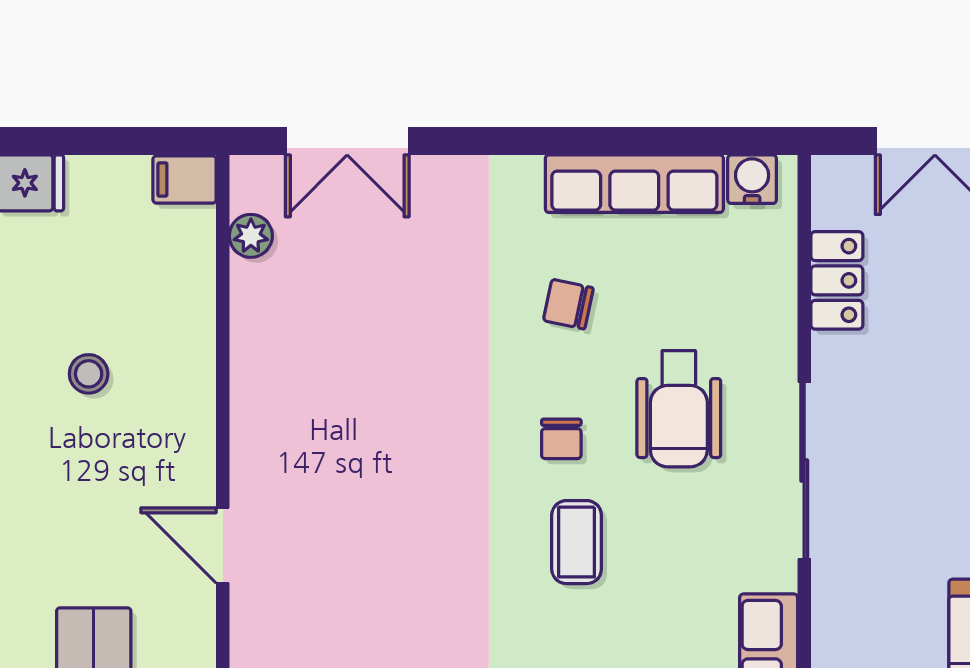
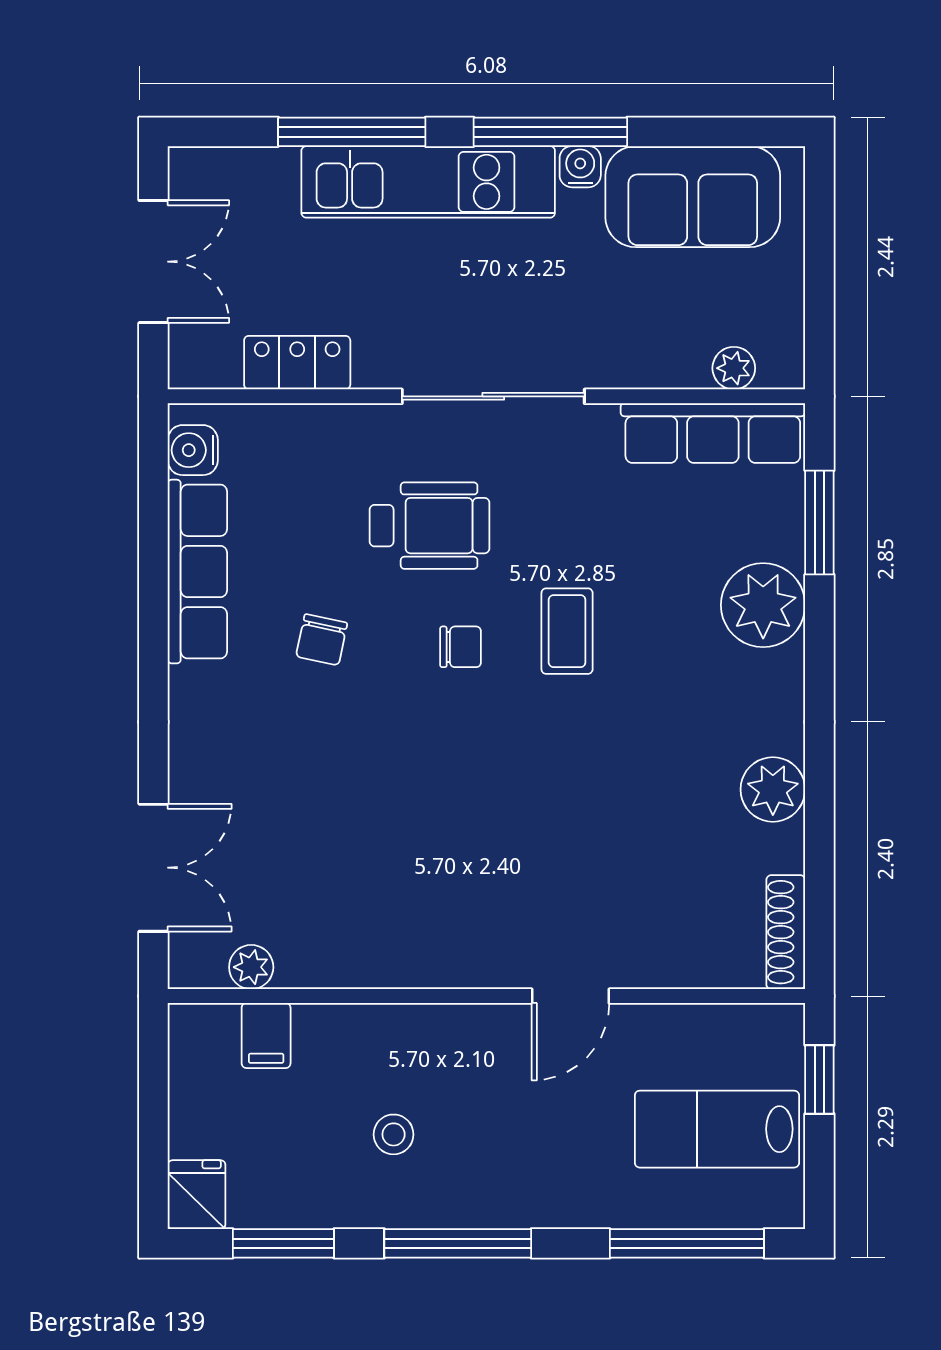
filing cabinet: (185, 179) -> (266, 1035), moved
coffee table: (577, 542) -> (567, 631), turned 90

